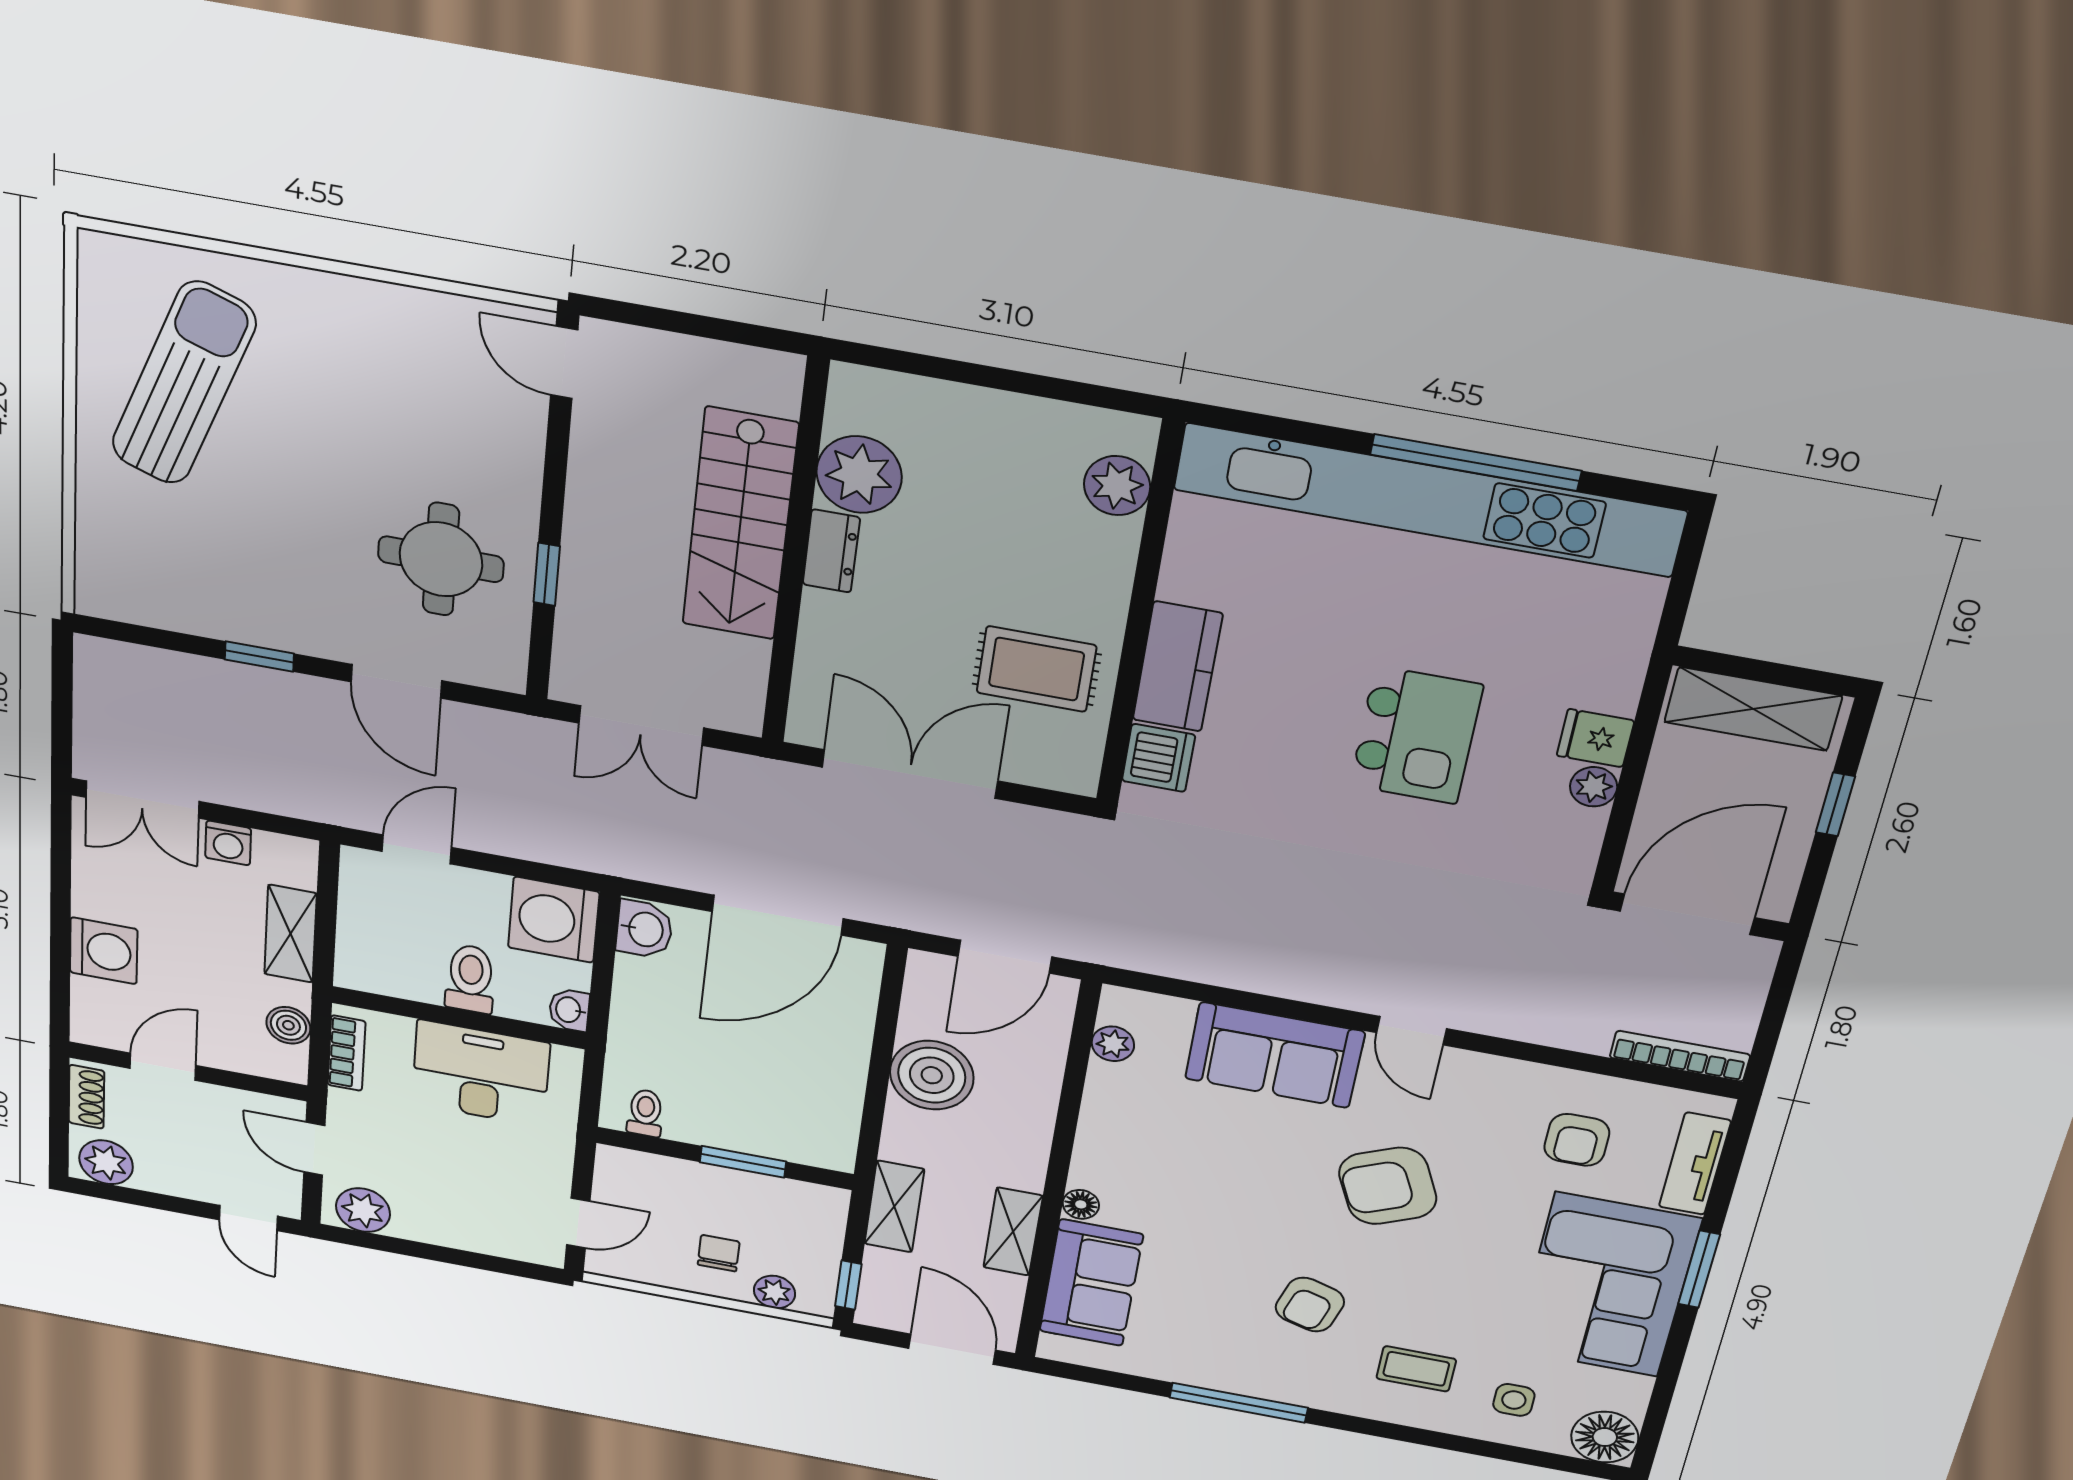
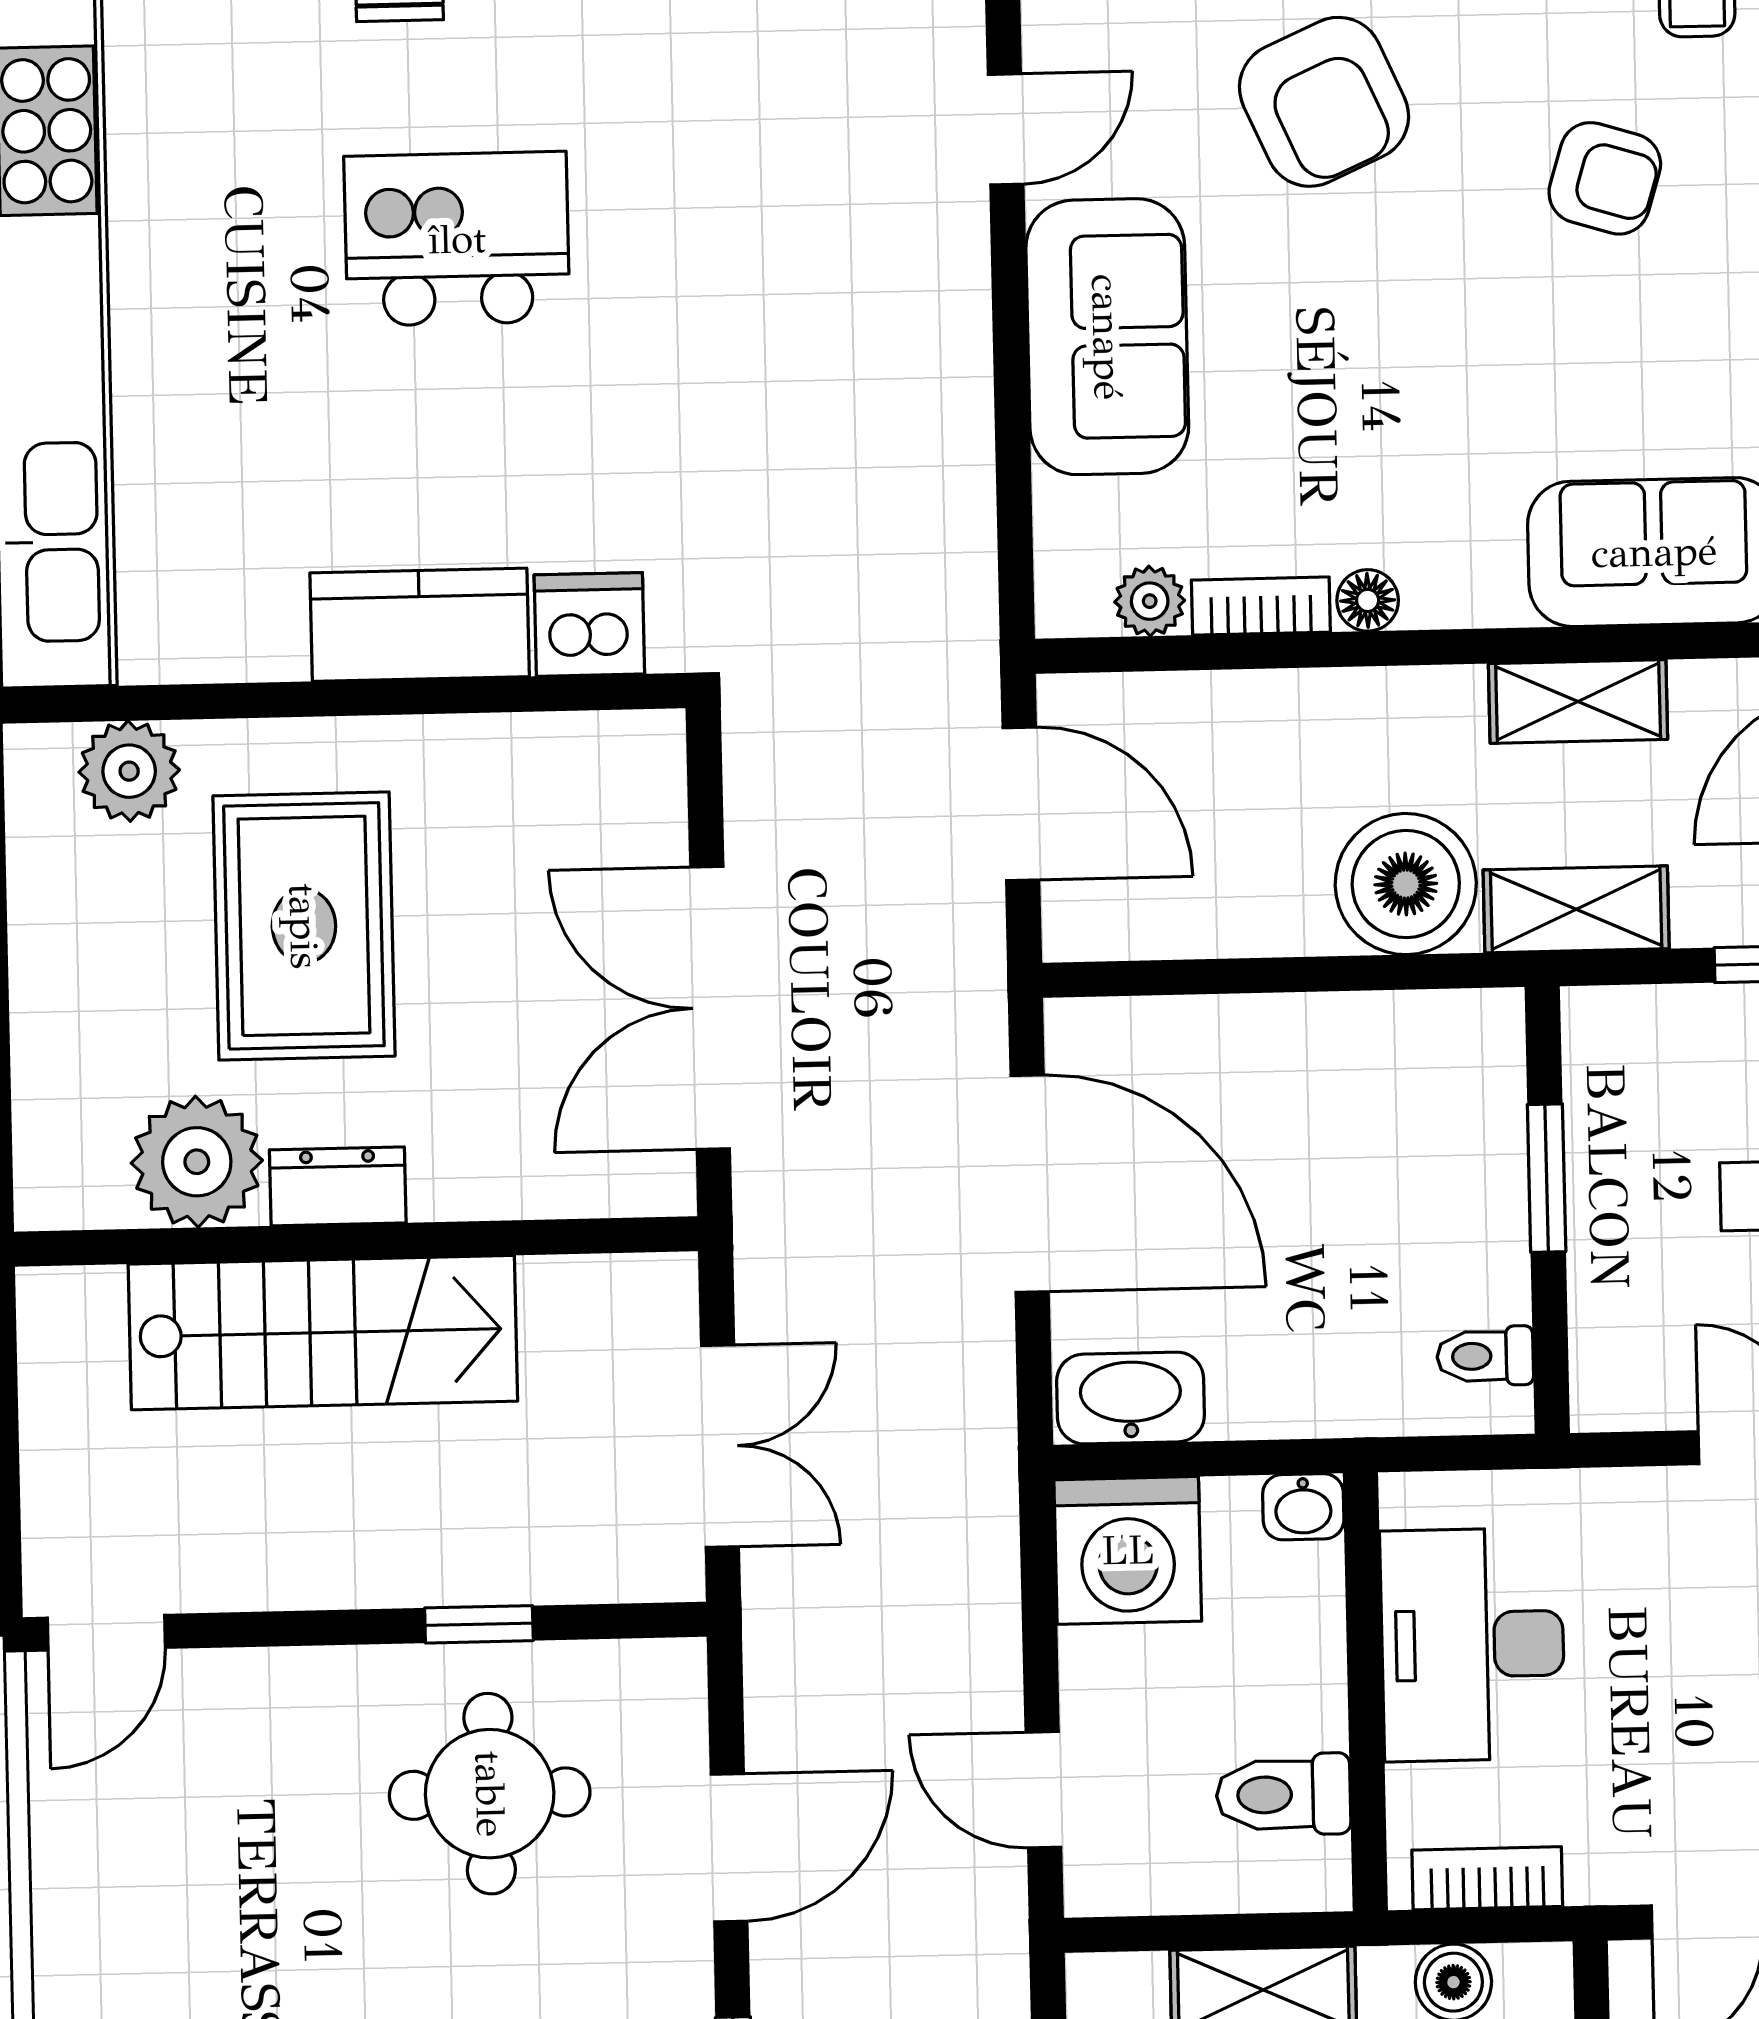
rug: (1036, 669) -> (304, 926), moved, width x1.36, depth x1.43
washbasin: (644, 929) -> (1131, 1398), width x1.38
toilet: (470, 979) -> (1283, 1795), moved
boiler: (932, 1075) -> (1406, 884), moved
bookcase: (1099, 1096) -> (1261, 606), added
floor lamp: (1081, 1204) -> (1368, 600), moved

